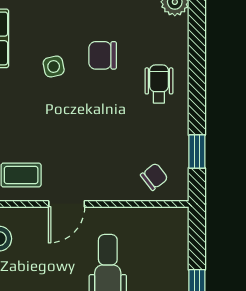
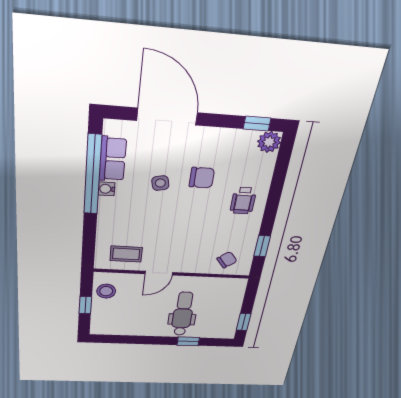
chair: (103, 55) -> (202, 178), turned 180
wheelchair: (159, 84) -> (243, 201), turned 180

